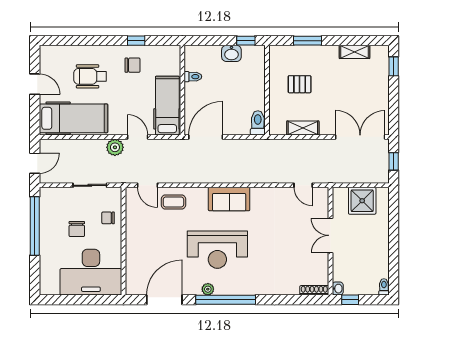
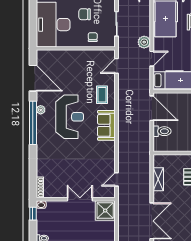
toilet: (258, 123) -> (162, 131), moved
shower: (362, 201) -> (105, 211), moved
coffee table: (173, 202) -> (102, 95), moved
reception desk: (217, 250) -> (70, 117), turned 180

